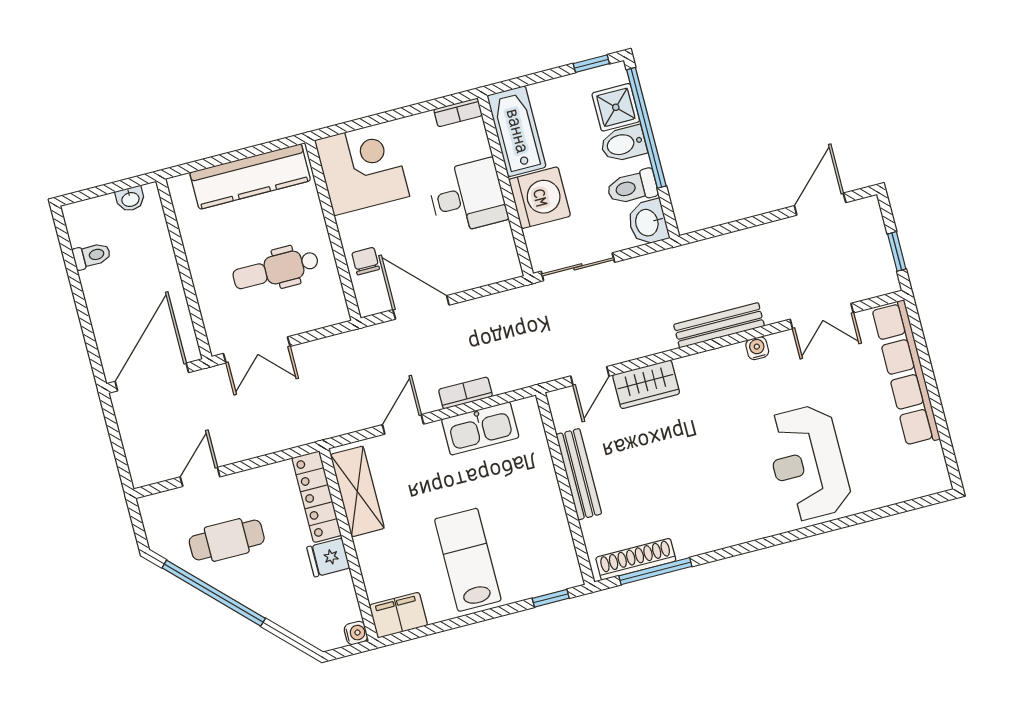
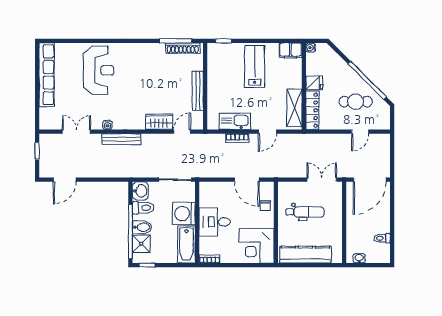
row of seats: (906, 373) -> (47, 75), moved
lab bench: (468, 560) -> (255, 66), turned 180

